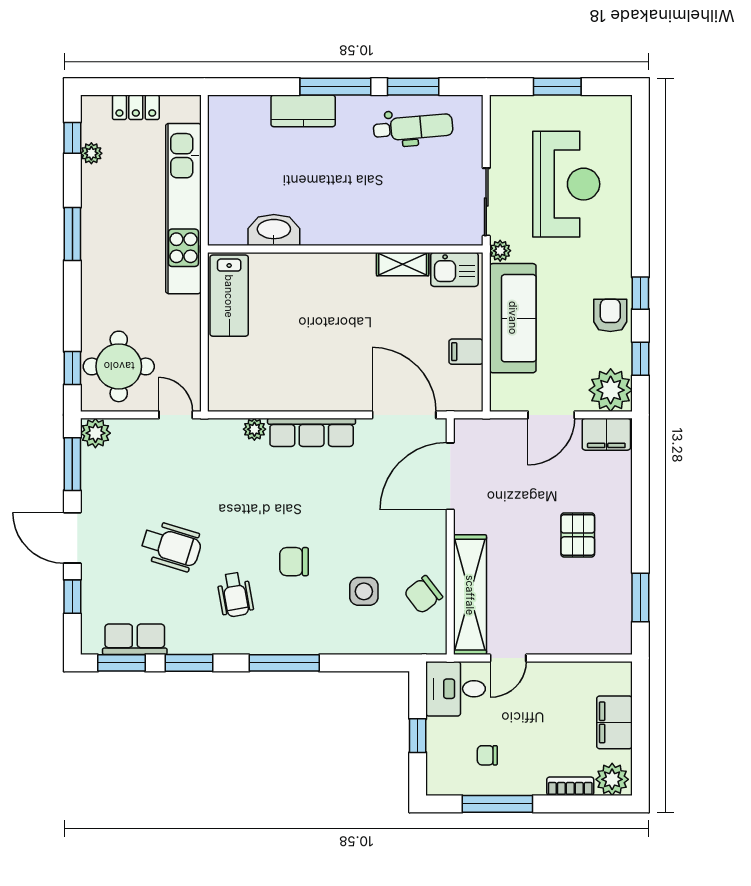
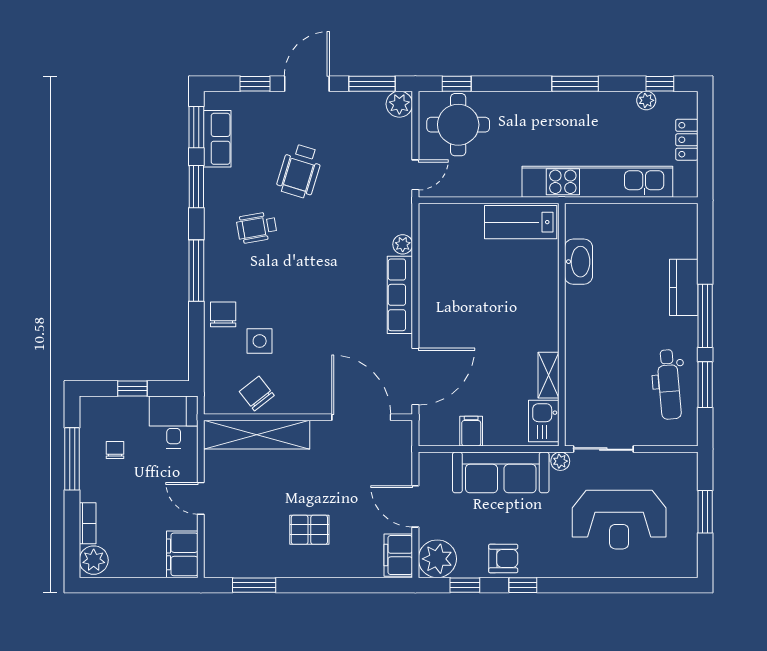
chair: (294, 562) -> (223, 314), moved
door: (508, 658) -> (201, 498), moved
filing cabinet: (614, 722) -> (182, 554), moved, turned -90

